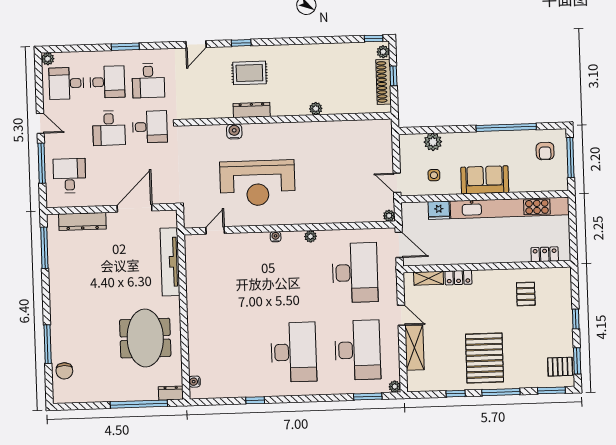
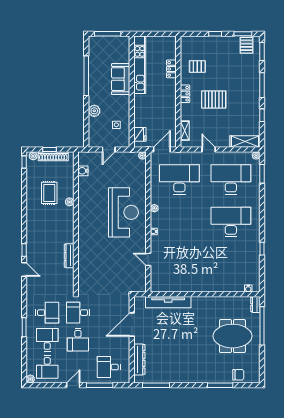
door: (196, 44) -> (24, 269), moved
rug: (249, 73) -> (49, 193), moved
dresser: (252, 110) -> (69, 256), moved
desk: (150, 127) -> (78, 313), turned -90
desk: (109, 128) -> (78, 340), turned 90
water cooler: (234, 132) -> (83, 171), moved
plant: (433, 142) -> (94, 111), moved
armchair: (545, 151) -> (103, 50), removed
sofa: (485, 180) -> (121, 79), moved
reception desk: (257, 183) -> (123, 212), moved
door: (397, 183) -> (109, 150), moved
door: (135, 208) -> (132, 325), hinge flipped
kitchen unit: (510, 208) -> (140, 65), width x0.73
fridge: (439, 210) -> (140, 134), moved
door: (215, 230) -> (148, 259), moved
locker: (545, 254) -> (171, 69), moved
locker: (458, 278) -> (185, 94), moved
door: (401, 315) -> (209, 150), hinge flipped
meeting table: (145, 338) -> (232, 336), moved
shelving: (415, 348) -> (245, 142), moved
pallet: (484, 358) -> (214, 100), moved, width x0.73, depth x0.71

